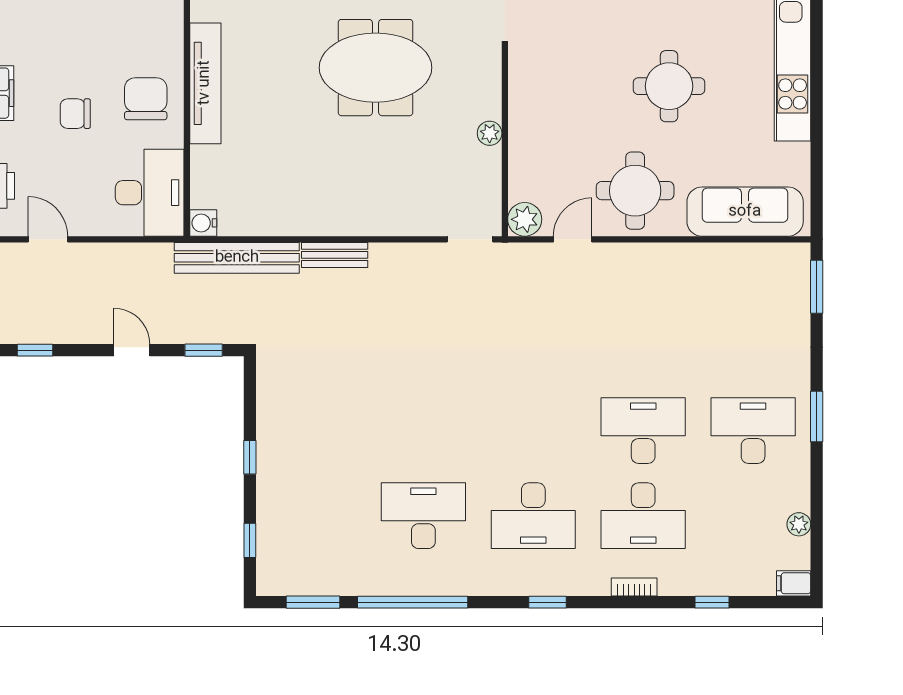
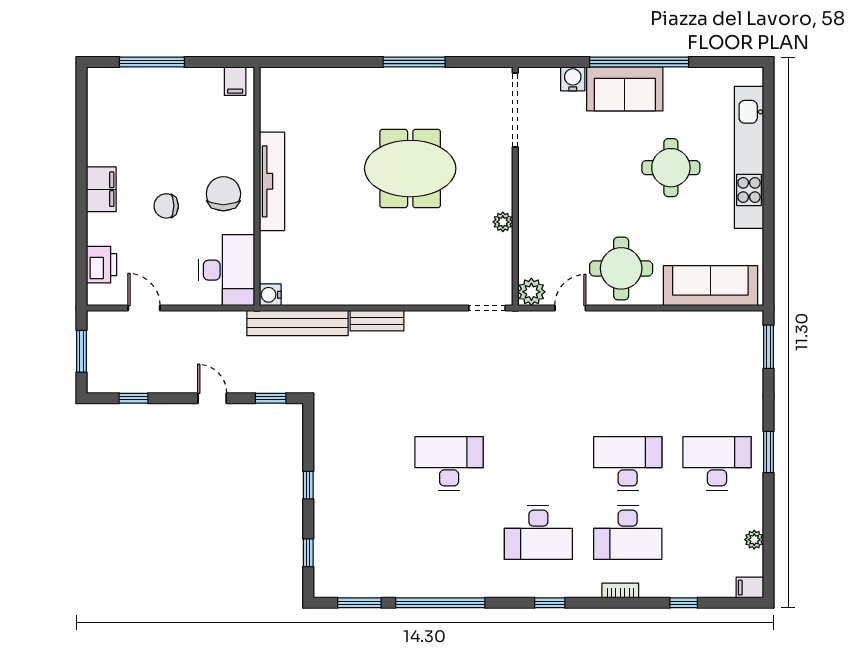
round table: (669, 86) -> (671, 168), moved
desk: (423, 516) -> (449, 463), moved

